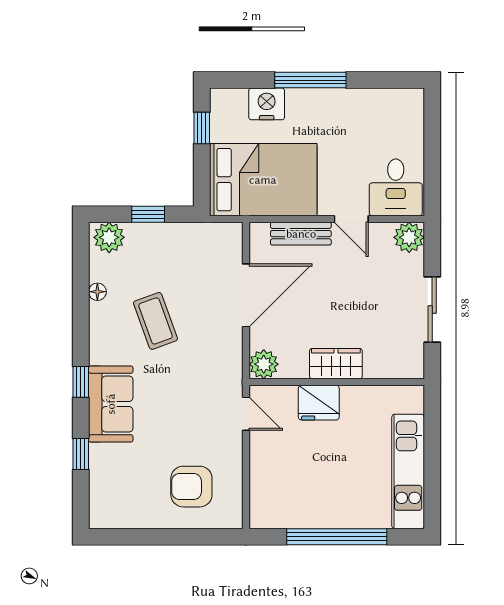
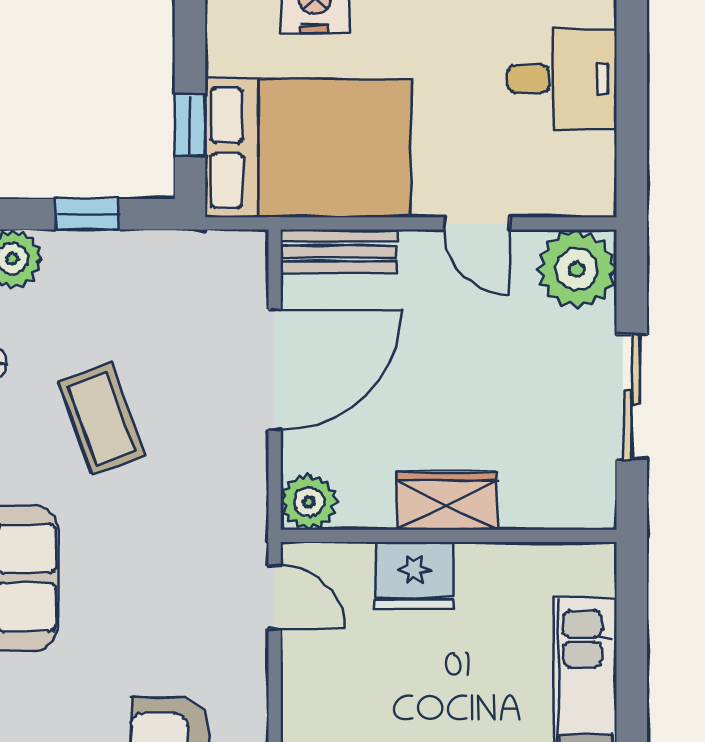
window: (202, 128) -> (190, 125), moved
desk: (396, 187) -> (562, 79), moved, turned -90
bench: (301, 234) -> (339, 251), moved
plant: (409, 237) -> (577, 269), width x1.36, depth x1.36

